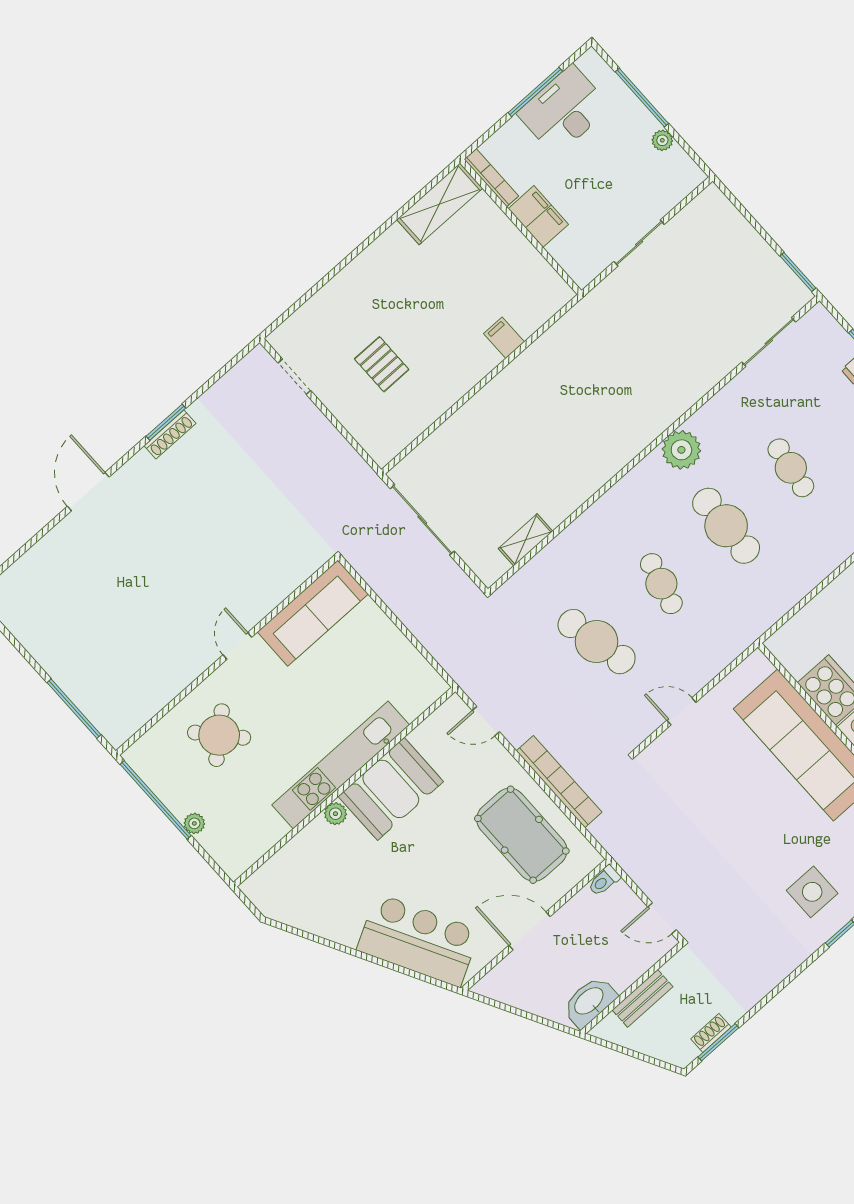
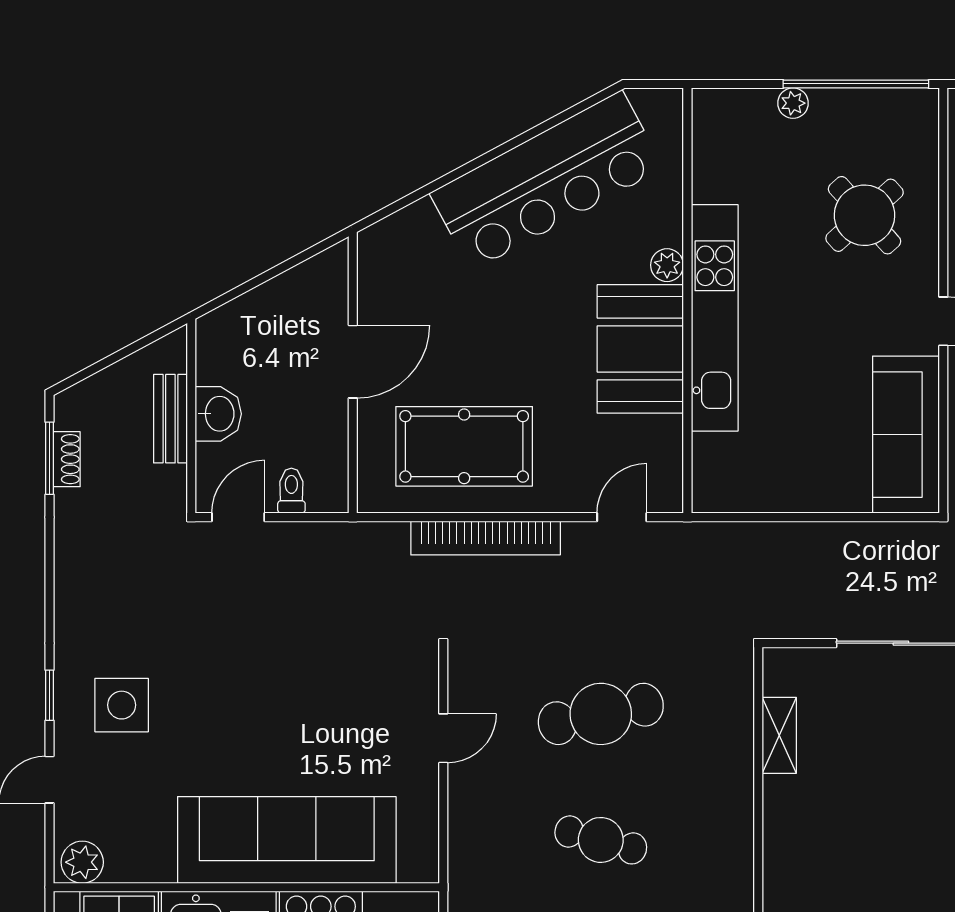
toilet: (604, 881) -> (291, 491), moved
bar counter: (418, 940) -> (547, 181), moved, width x1.36
washbasin: (589, 1002) -> (218, 414), moved, width x0.72

